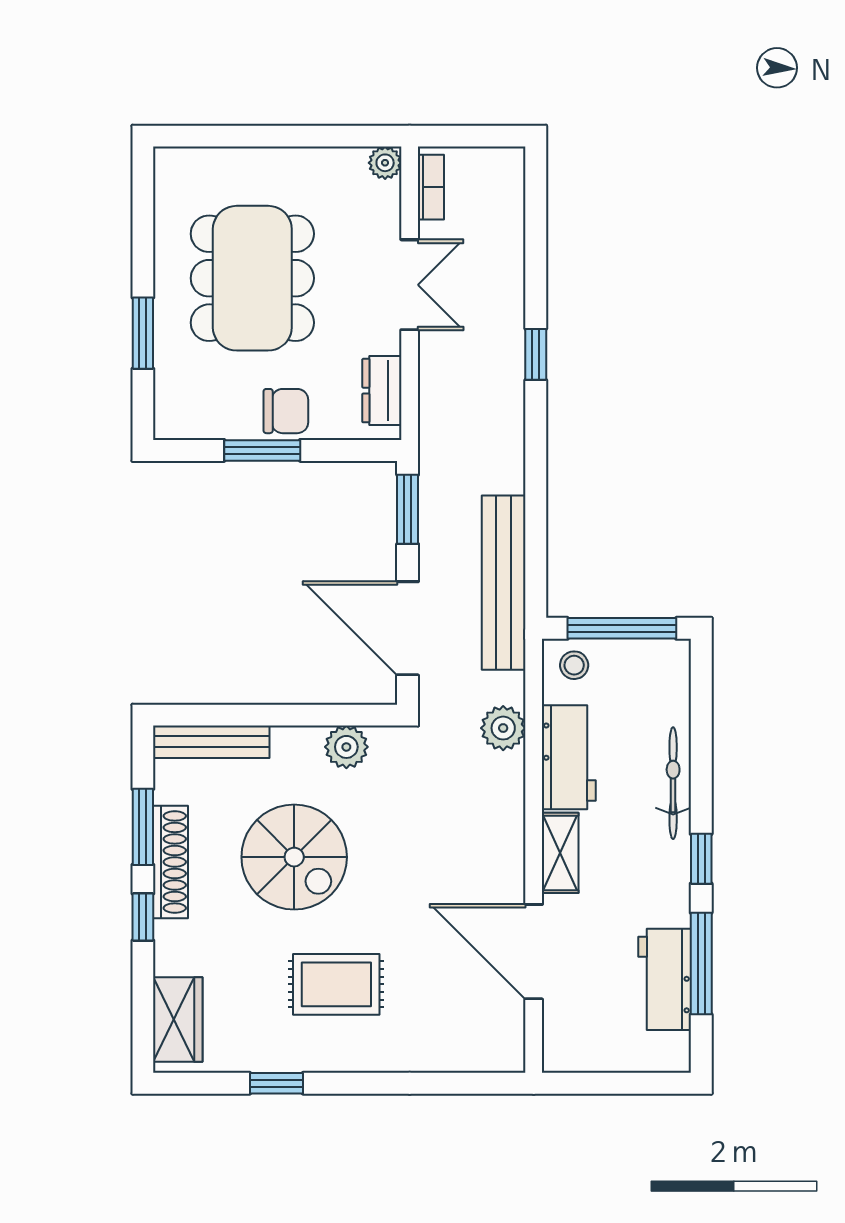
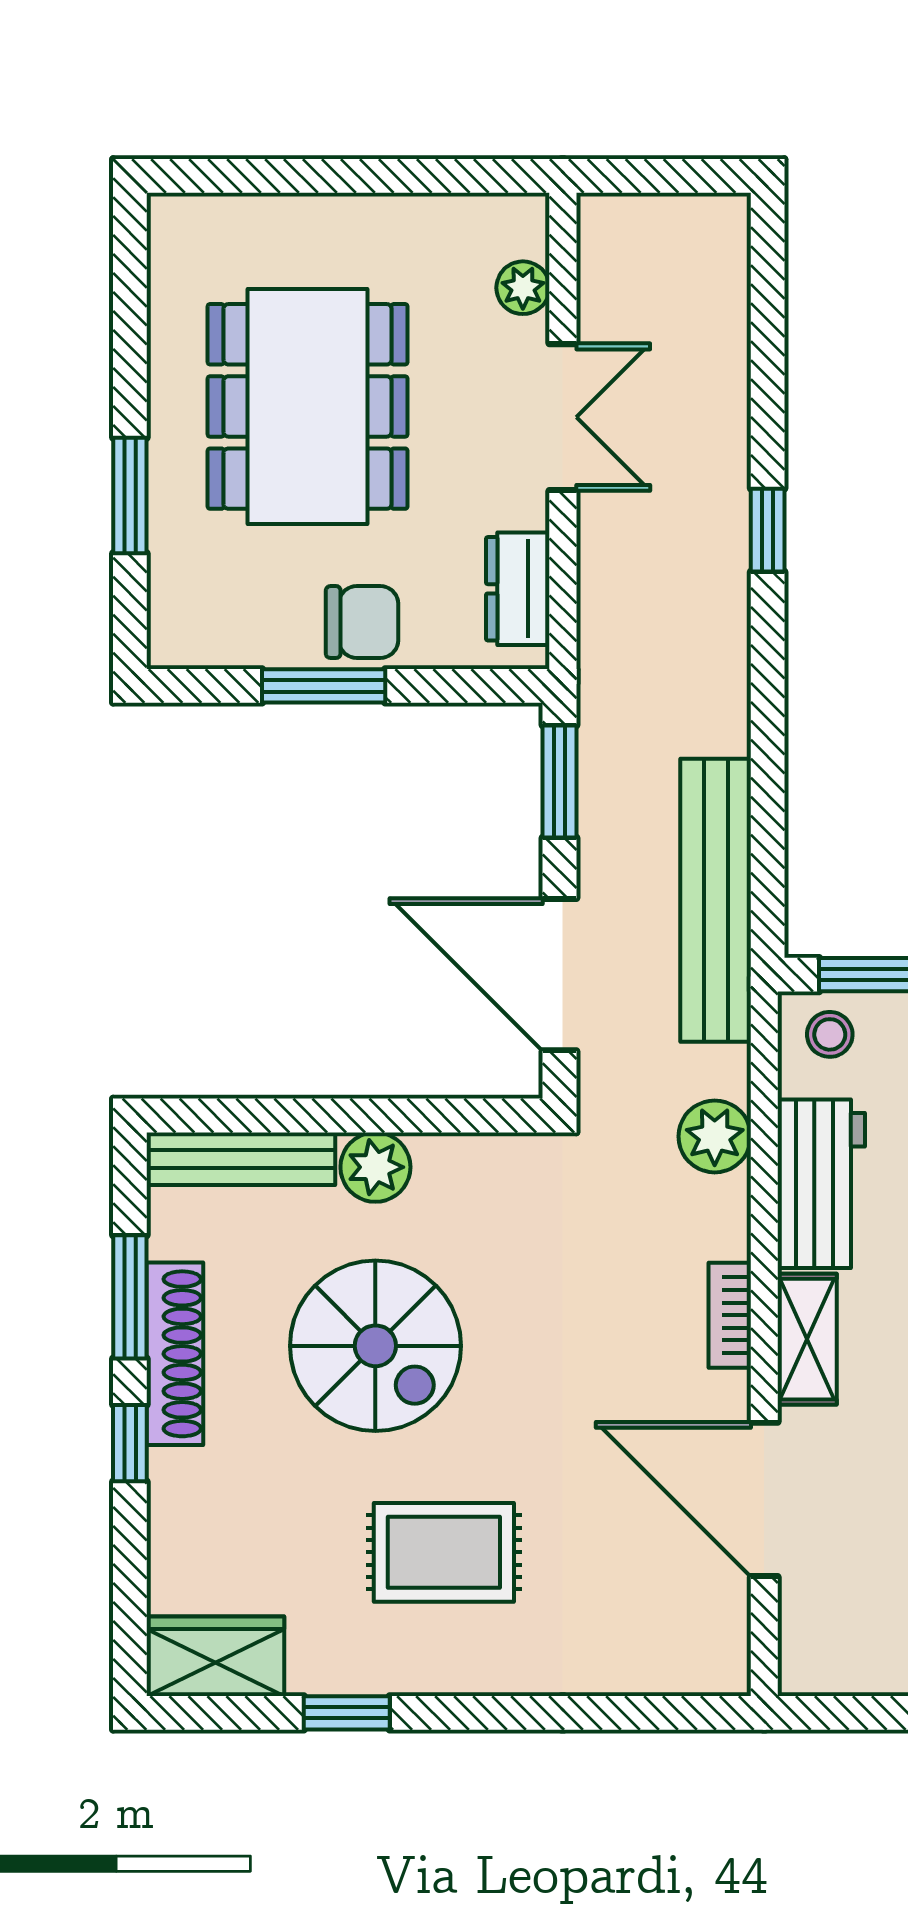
plant: (385, 163) -> (523, 288), moved
bookcase: (431, 187) -> (730, 1315), moved, turned 180
plant: (346, 747) -> (375, 1167), moved
wardrobe: (178, 1019) -> (215, 1656), moved, turned -90

